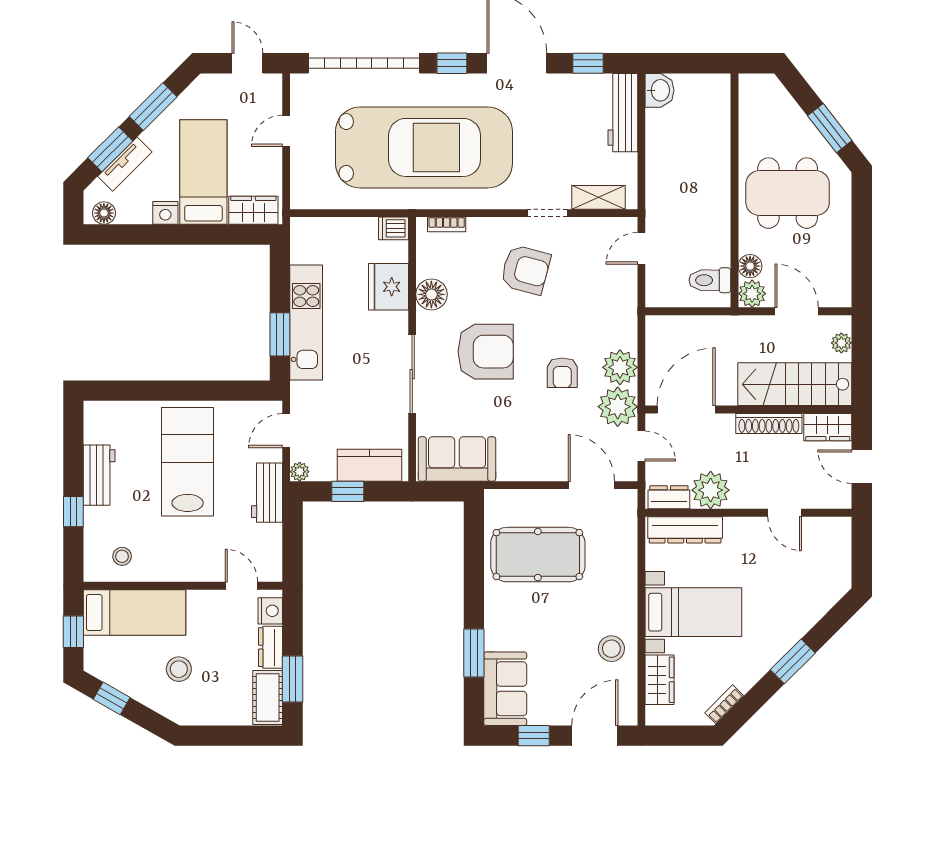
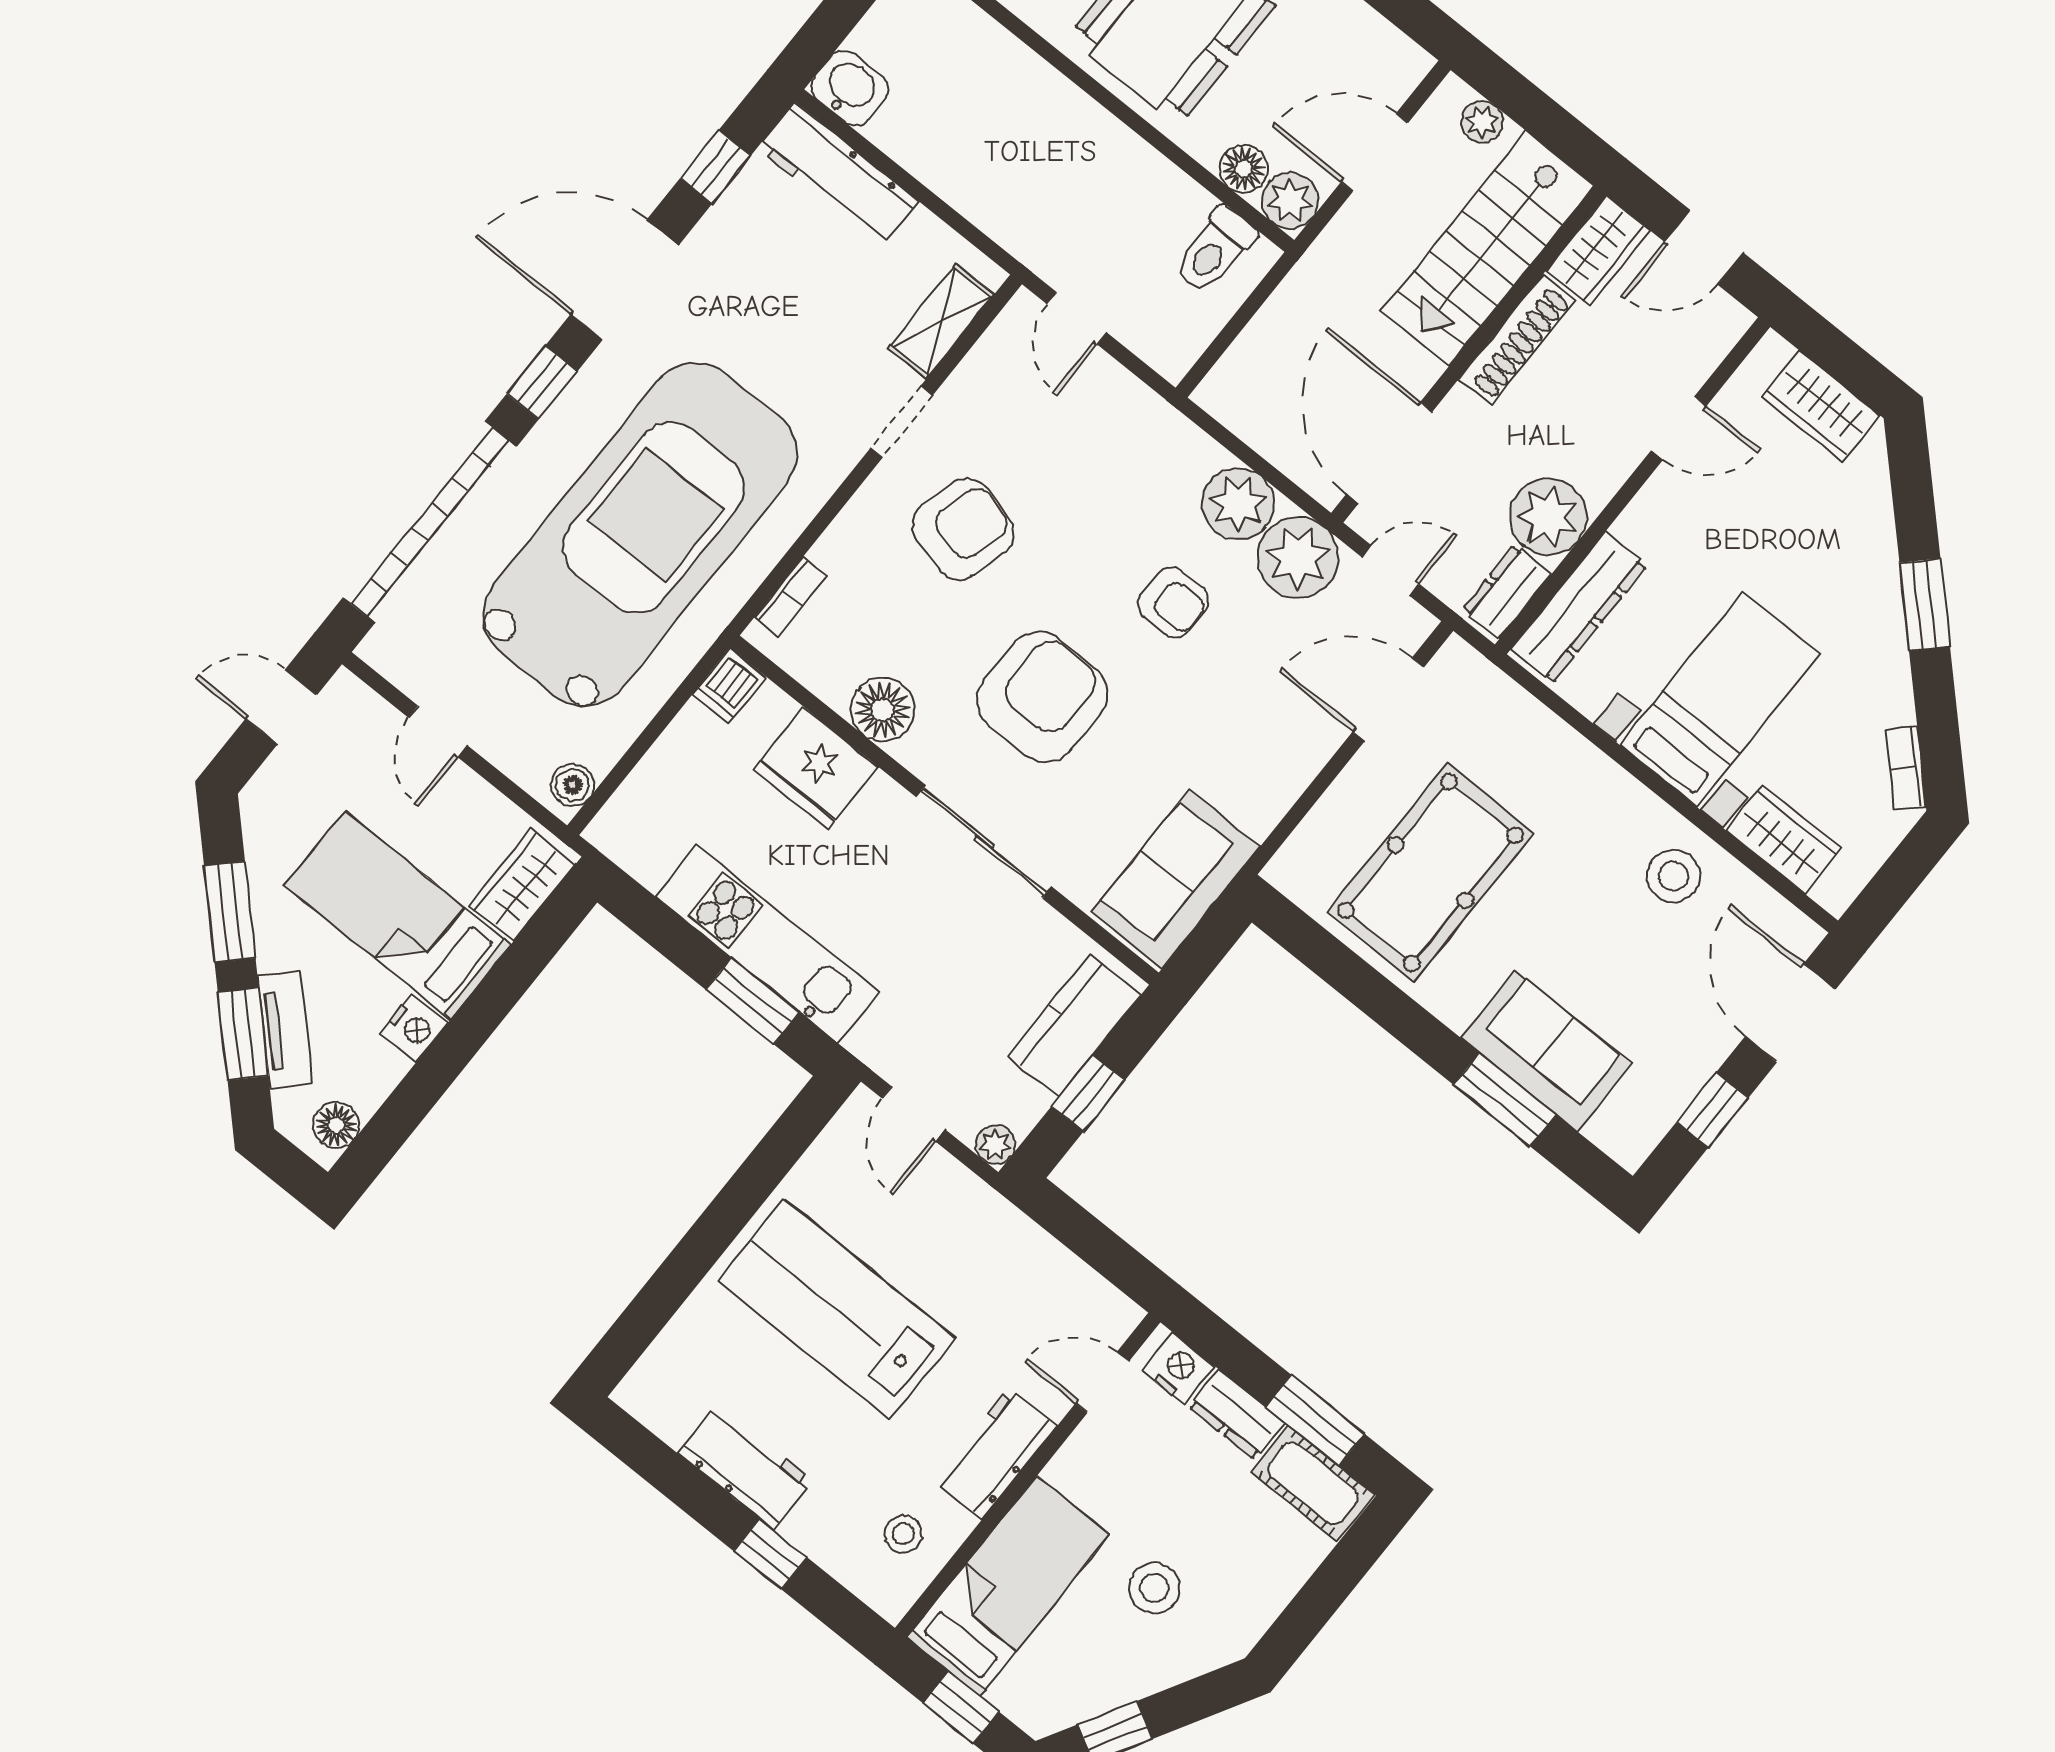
boiler: (307, 199) -> (572, 785), added
workbench: (267, 493) -> (995, 1453), moved, turned 90
wardrobe: (837, 561) -> (1821, 406), added
sofa: (505, 689) -> (1546, 1051), moved

